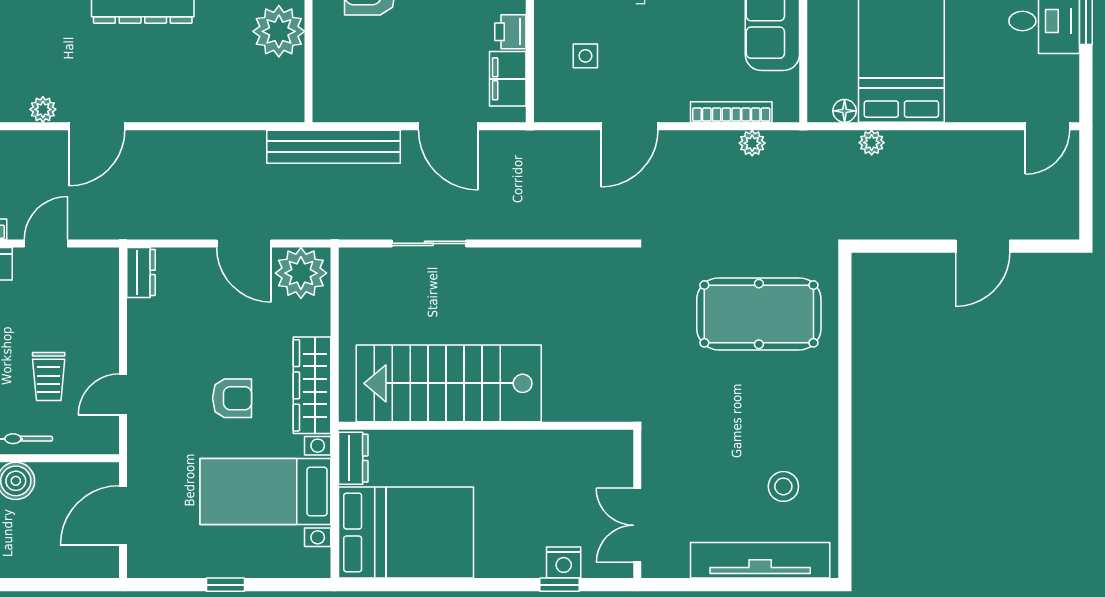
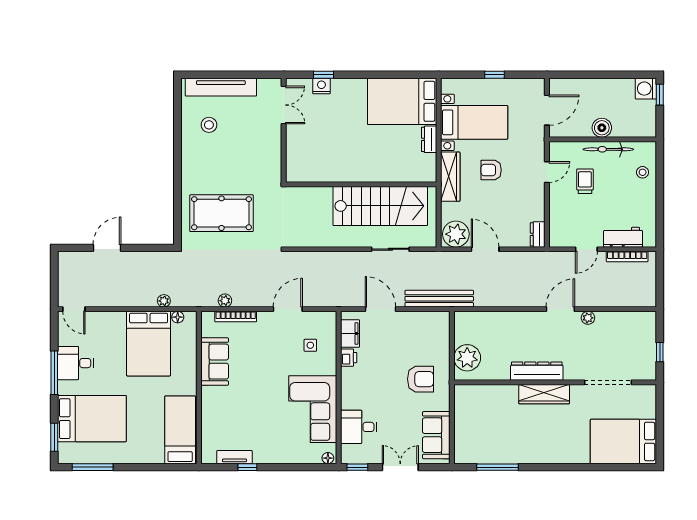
door: (1047, 126) -> (74, 309), swing flipped
stairs: (449, 383) -> (380, 206), moved
wall: (486, 426) -> (361, 184), moved

